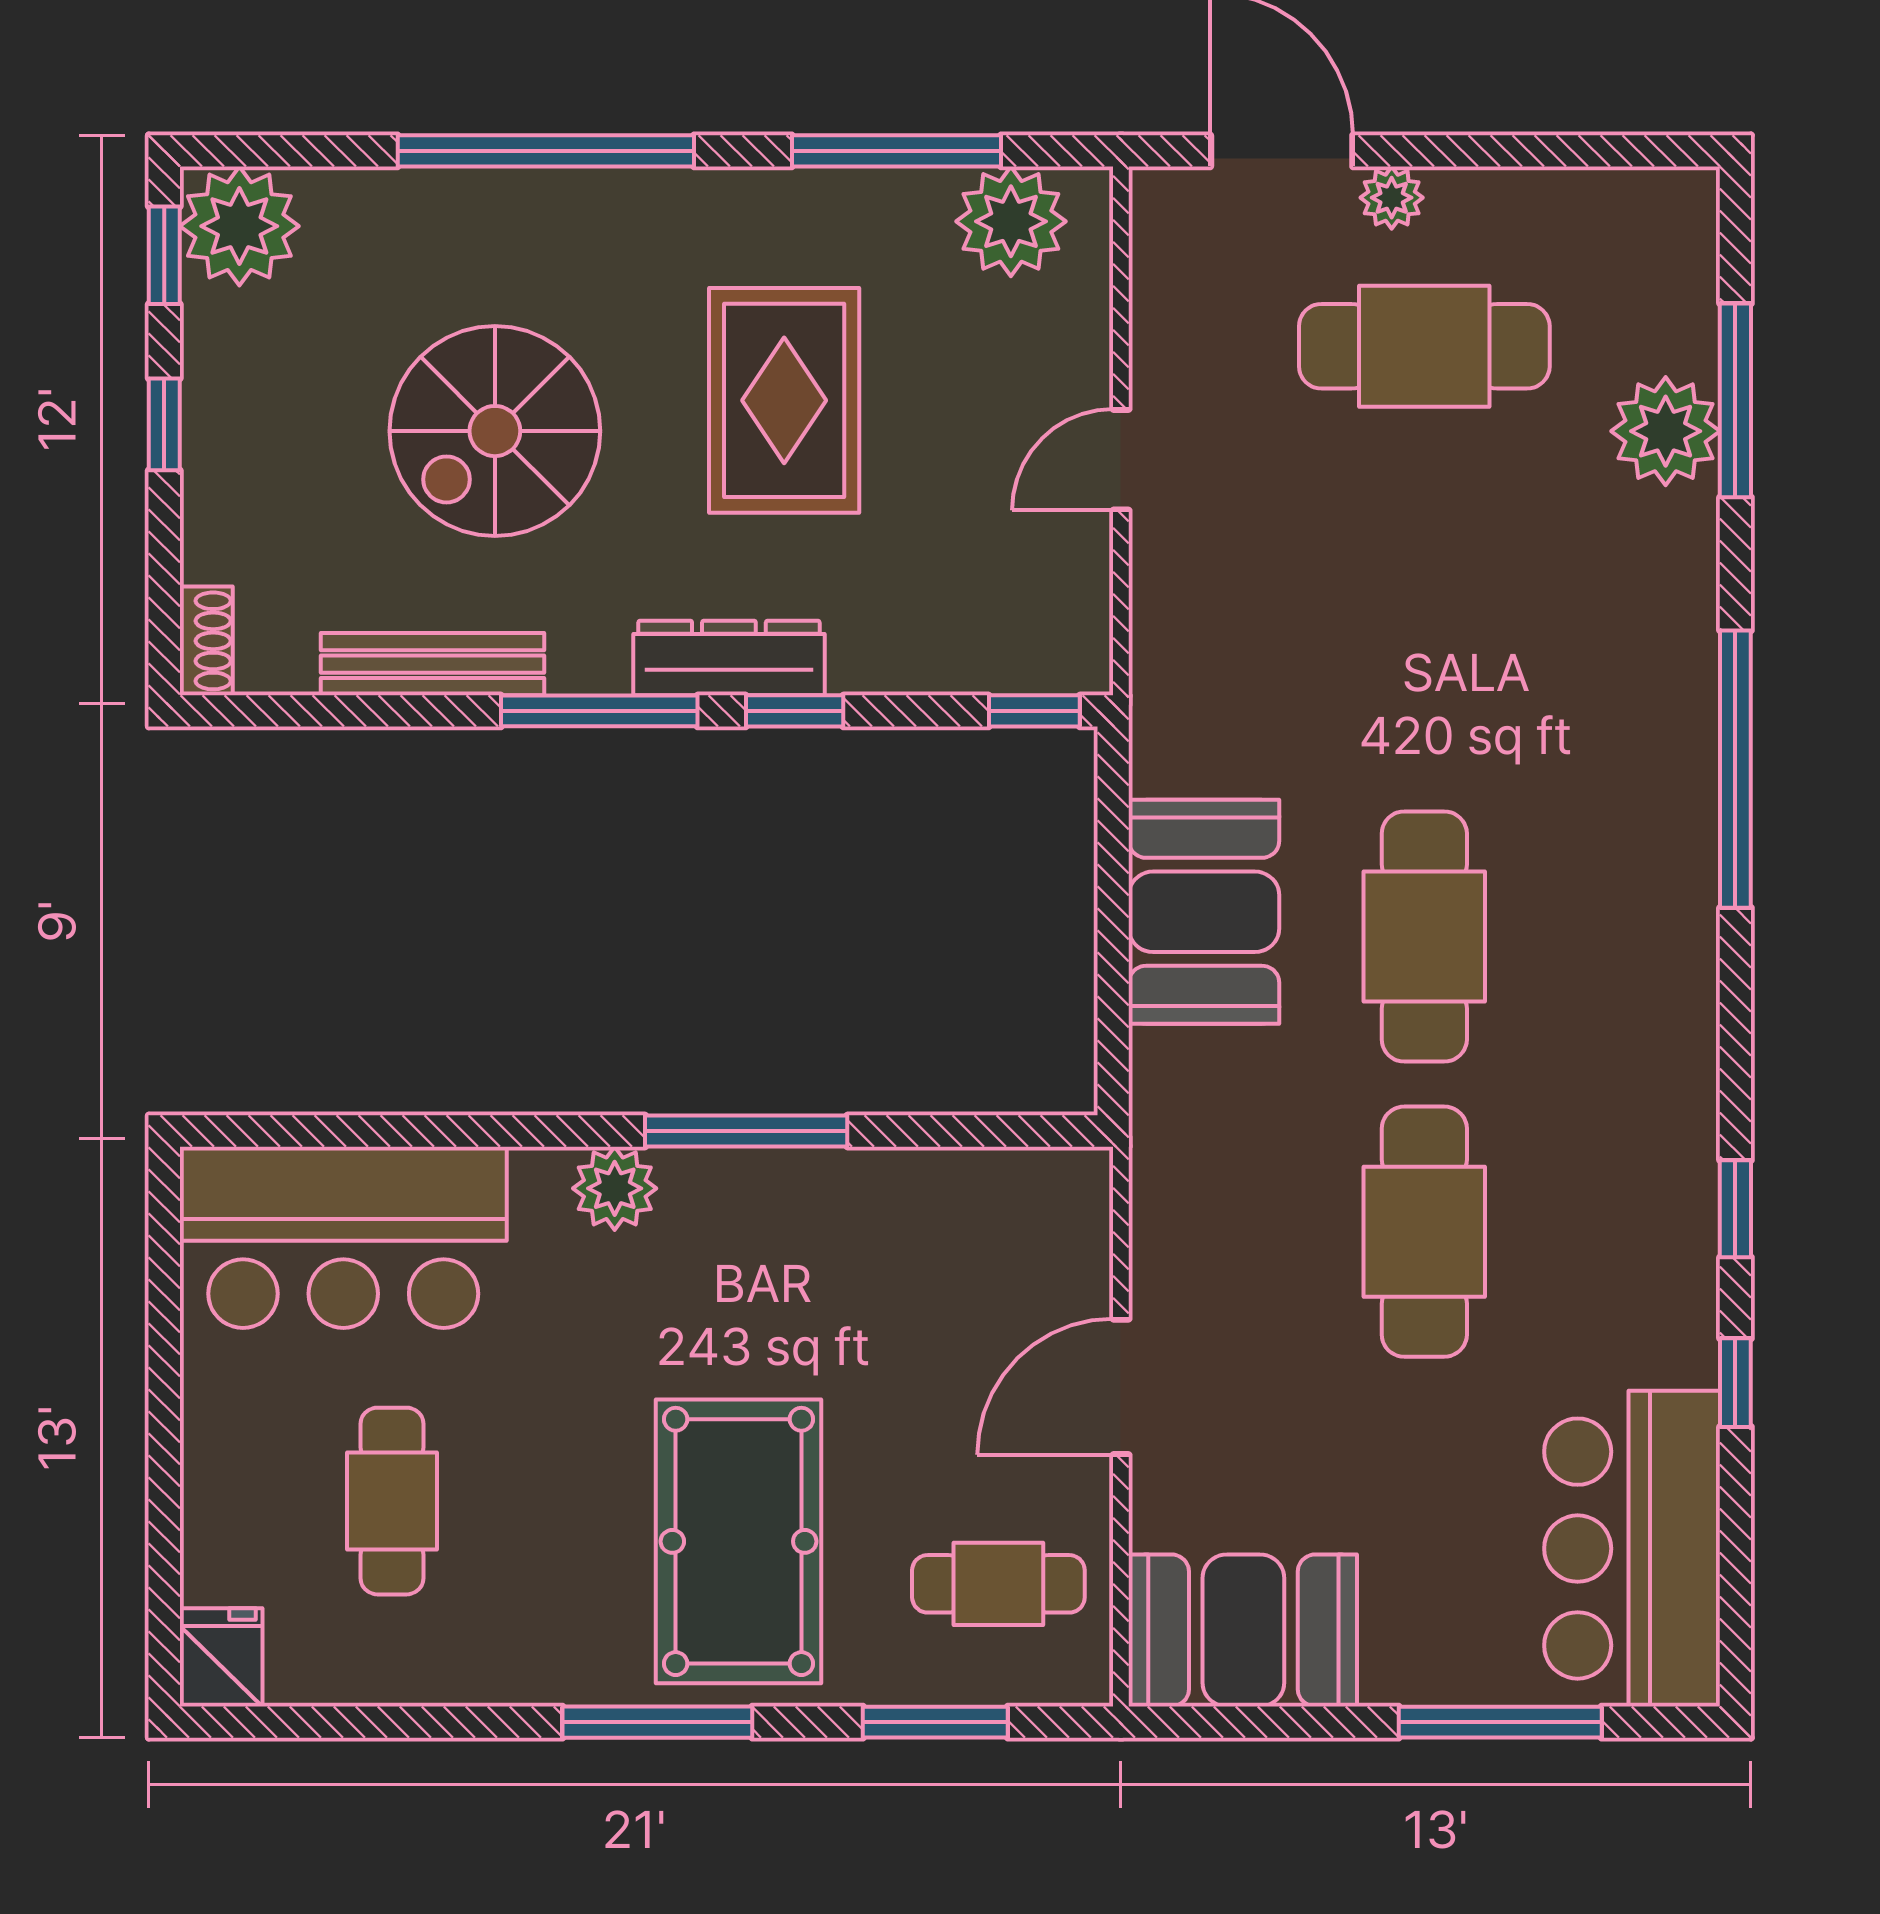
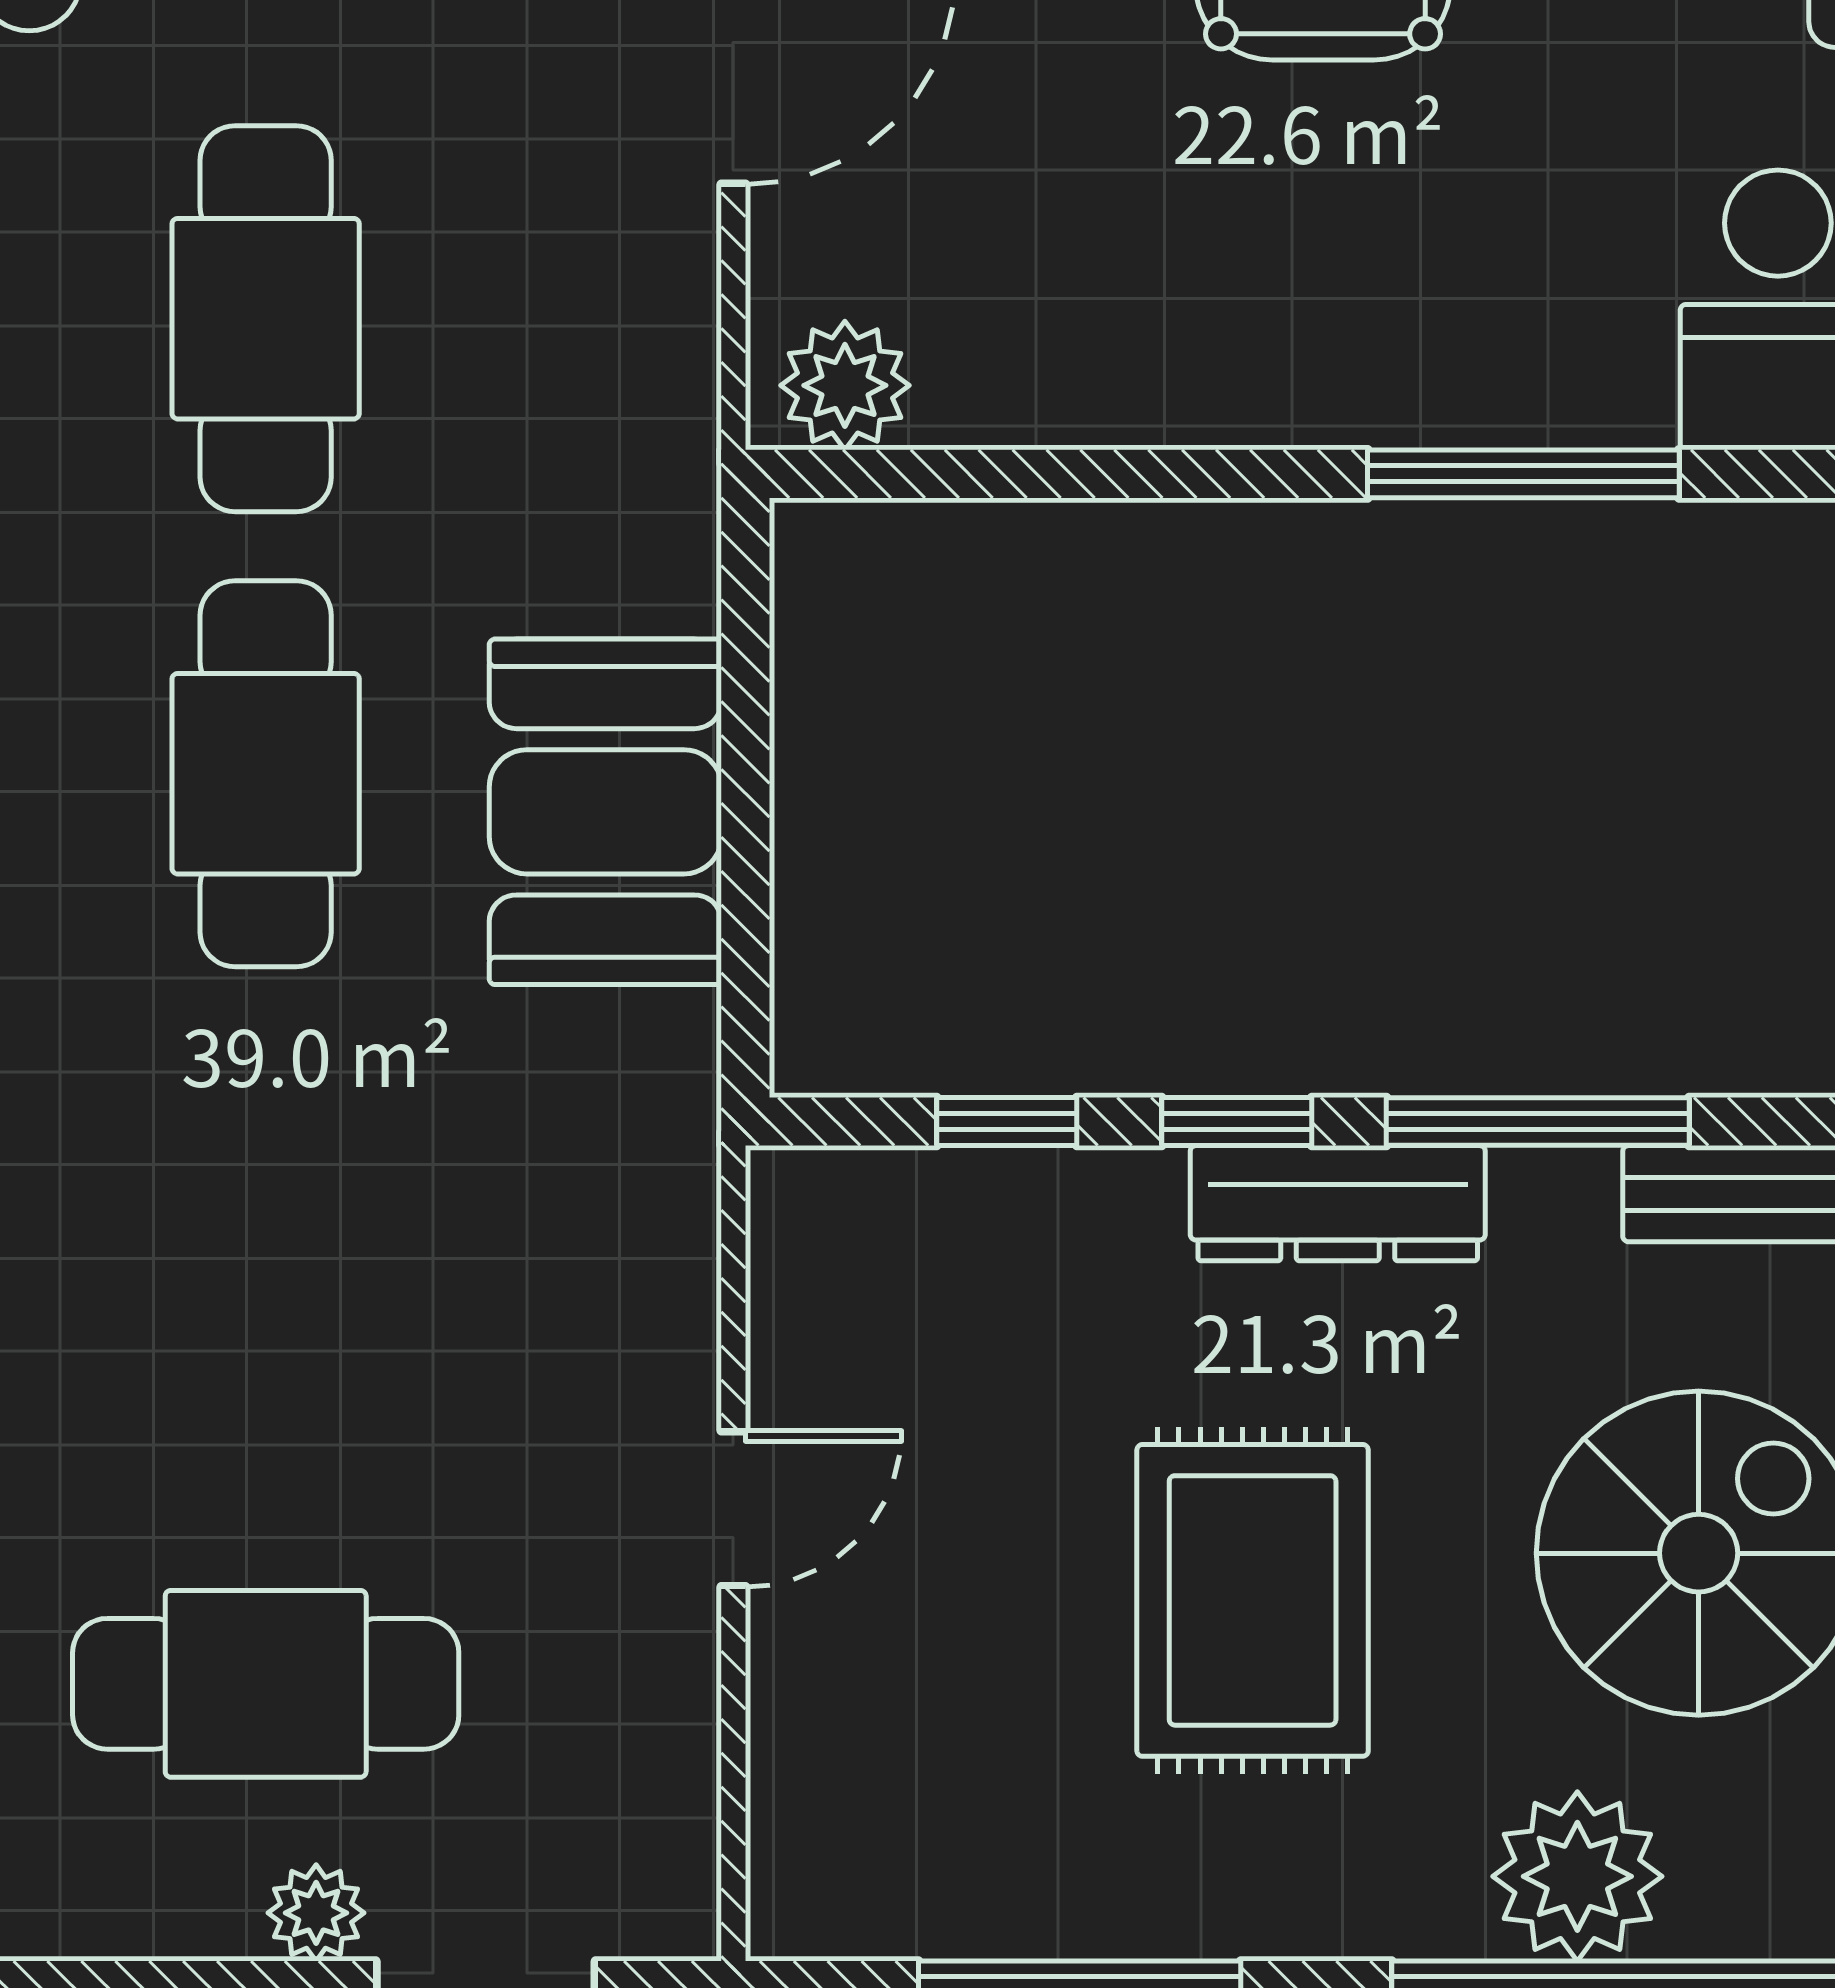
plant: (1011, 221) -> (1577, 1876), moved
window: (1034, 711) -> (1007, 1122), moved
window: (746, 1131) -> (1523, 474), moved
plant: (615, 1188) -> (845, 385), moved

